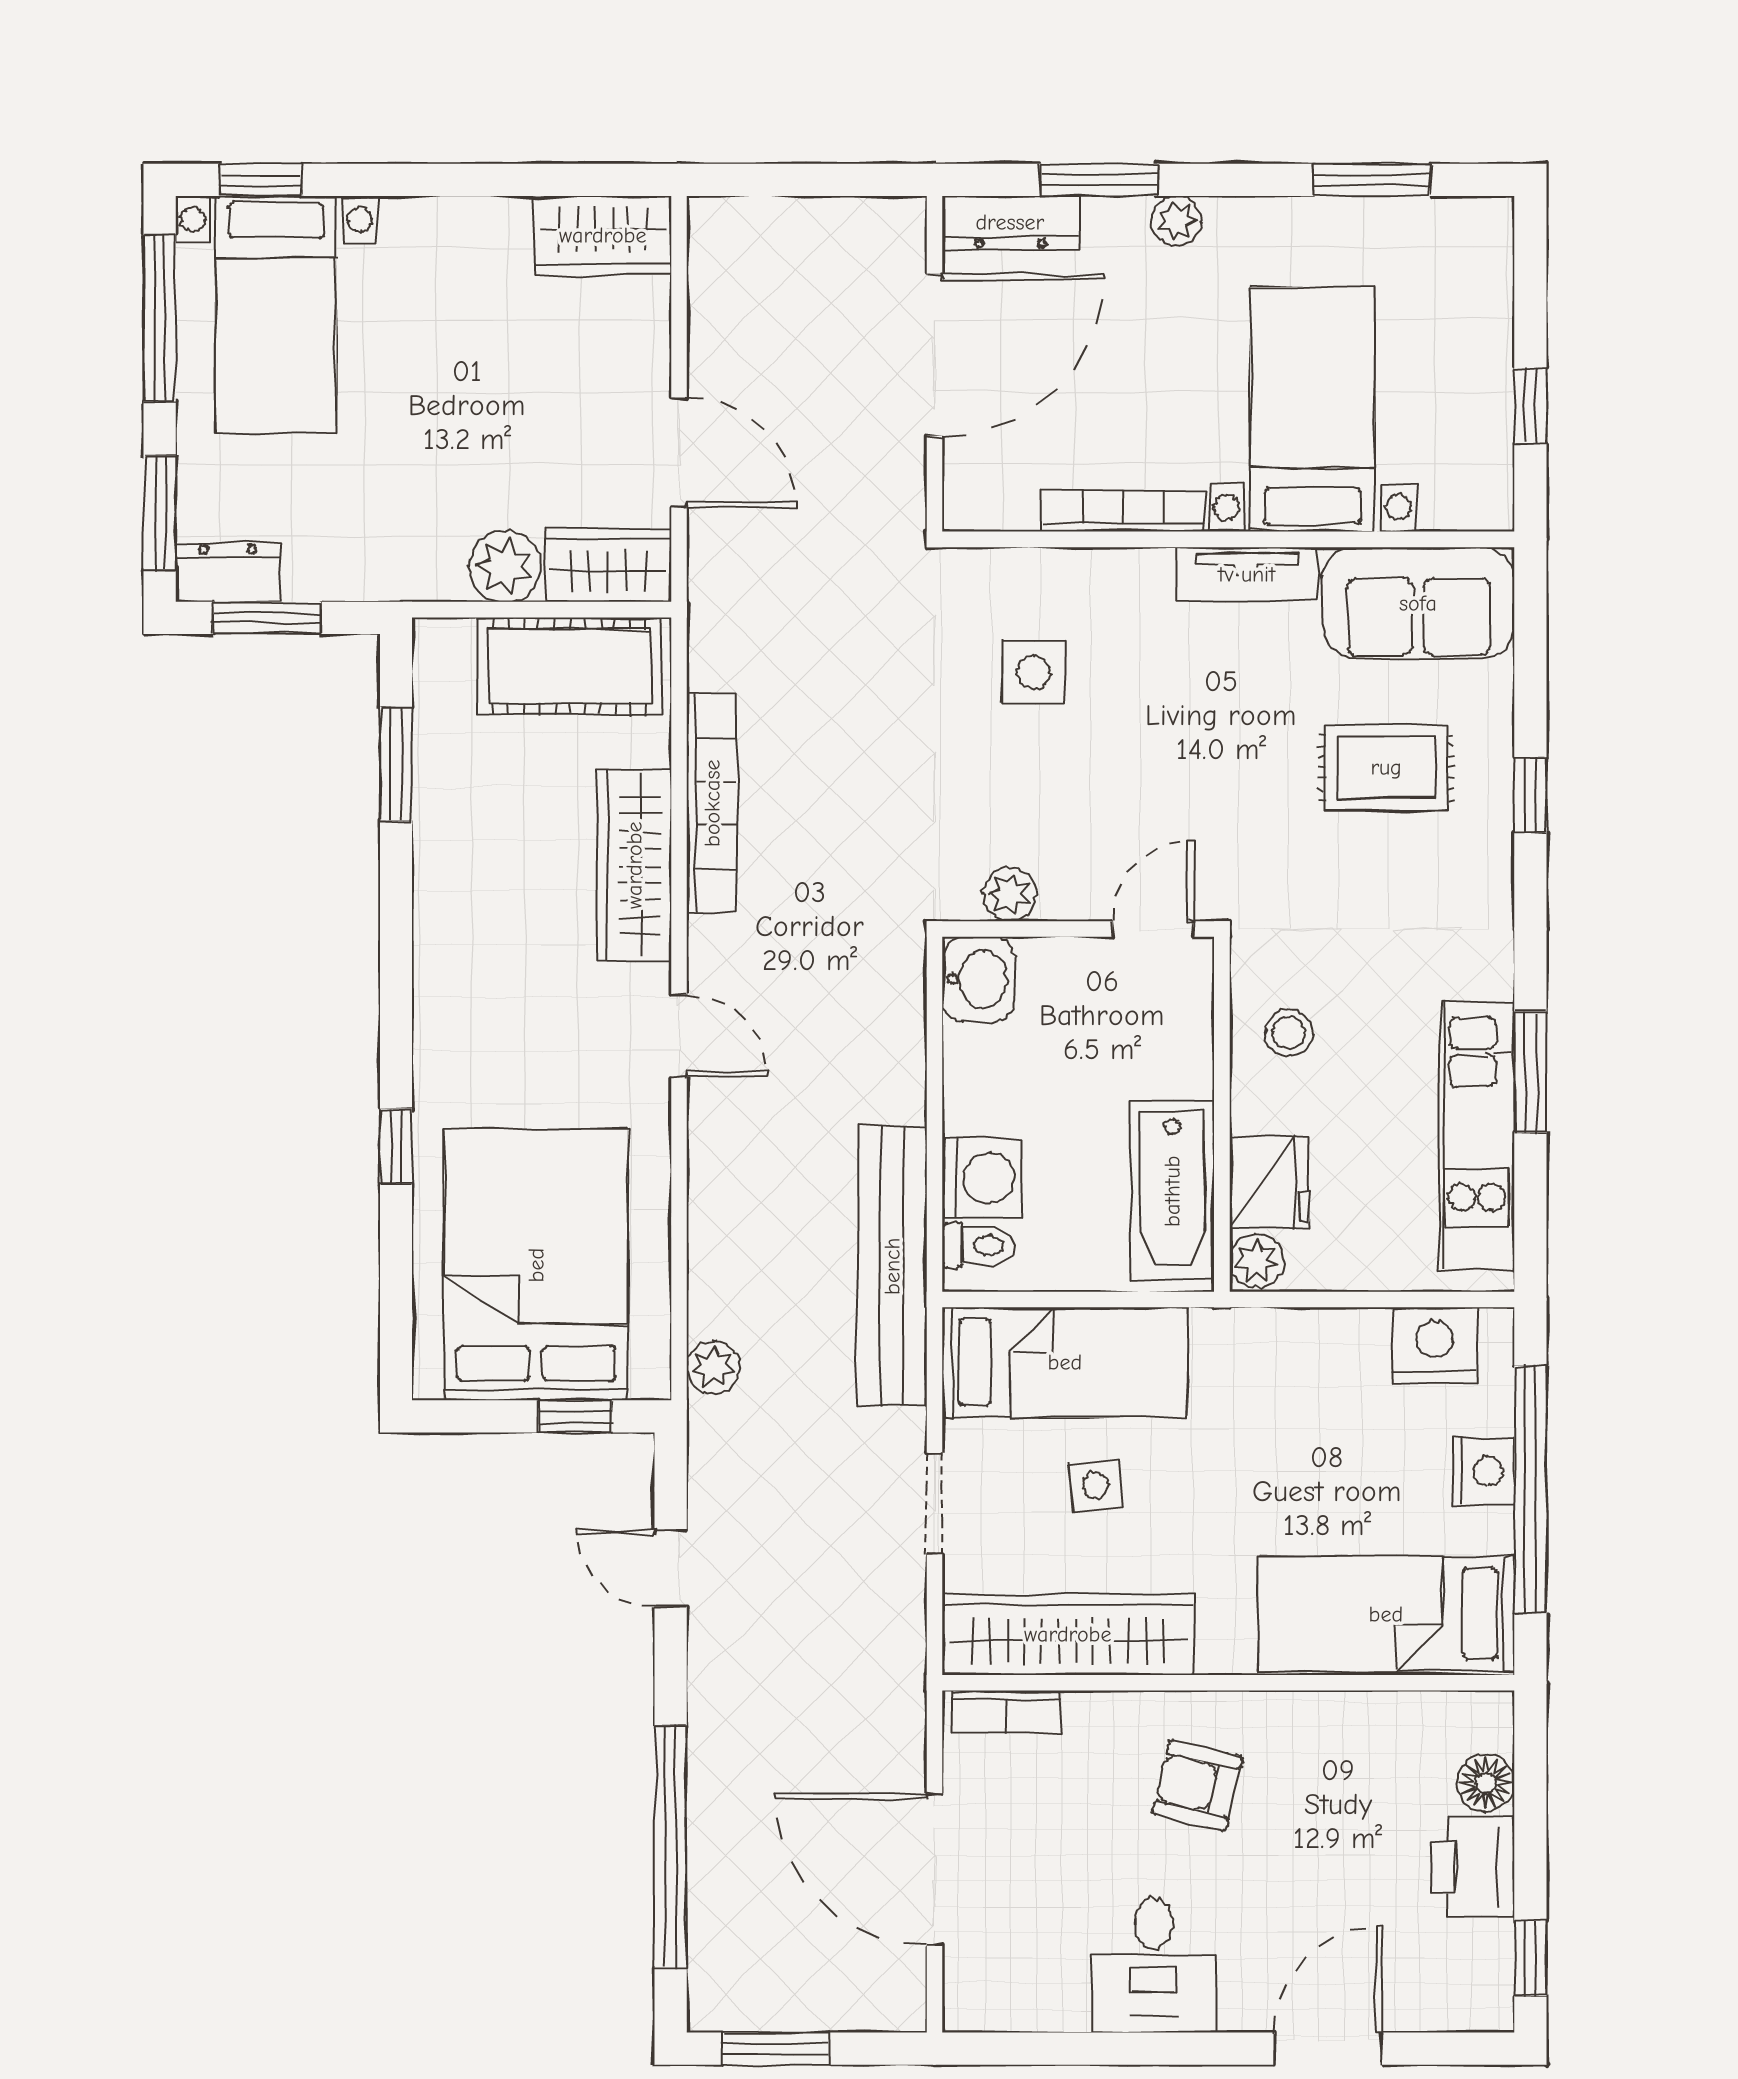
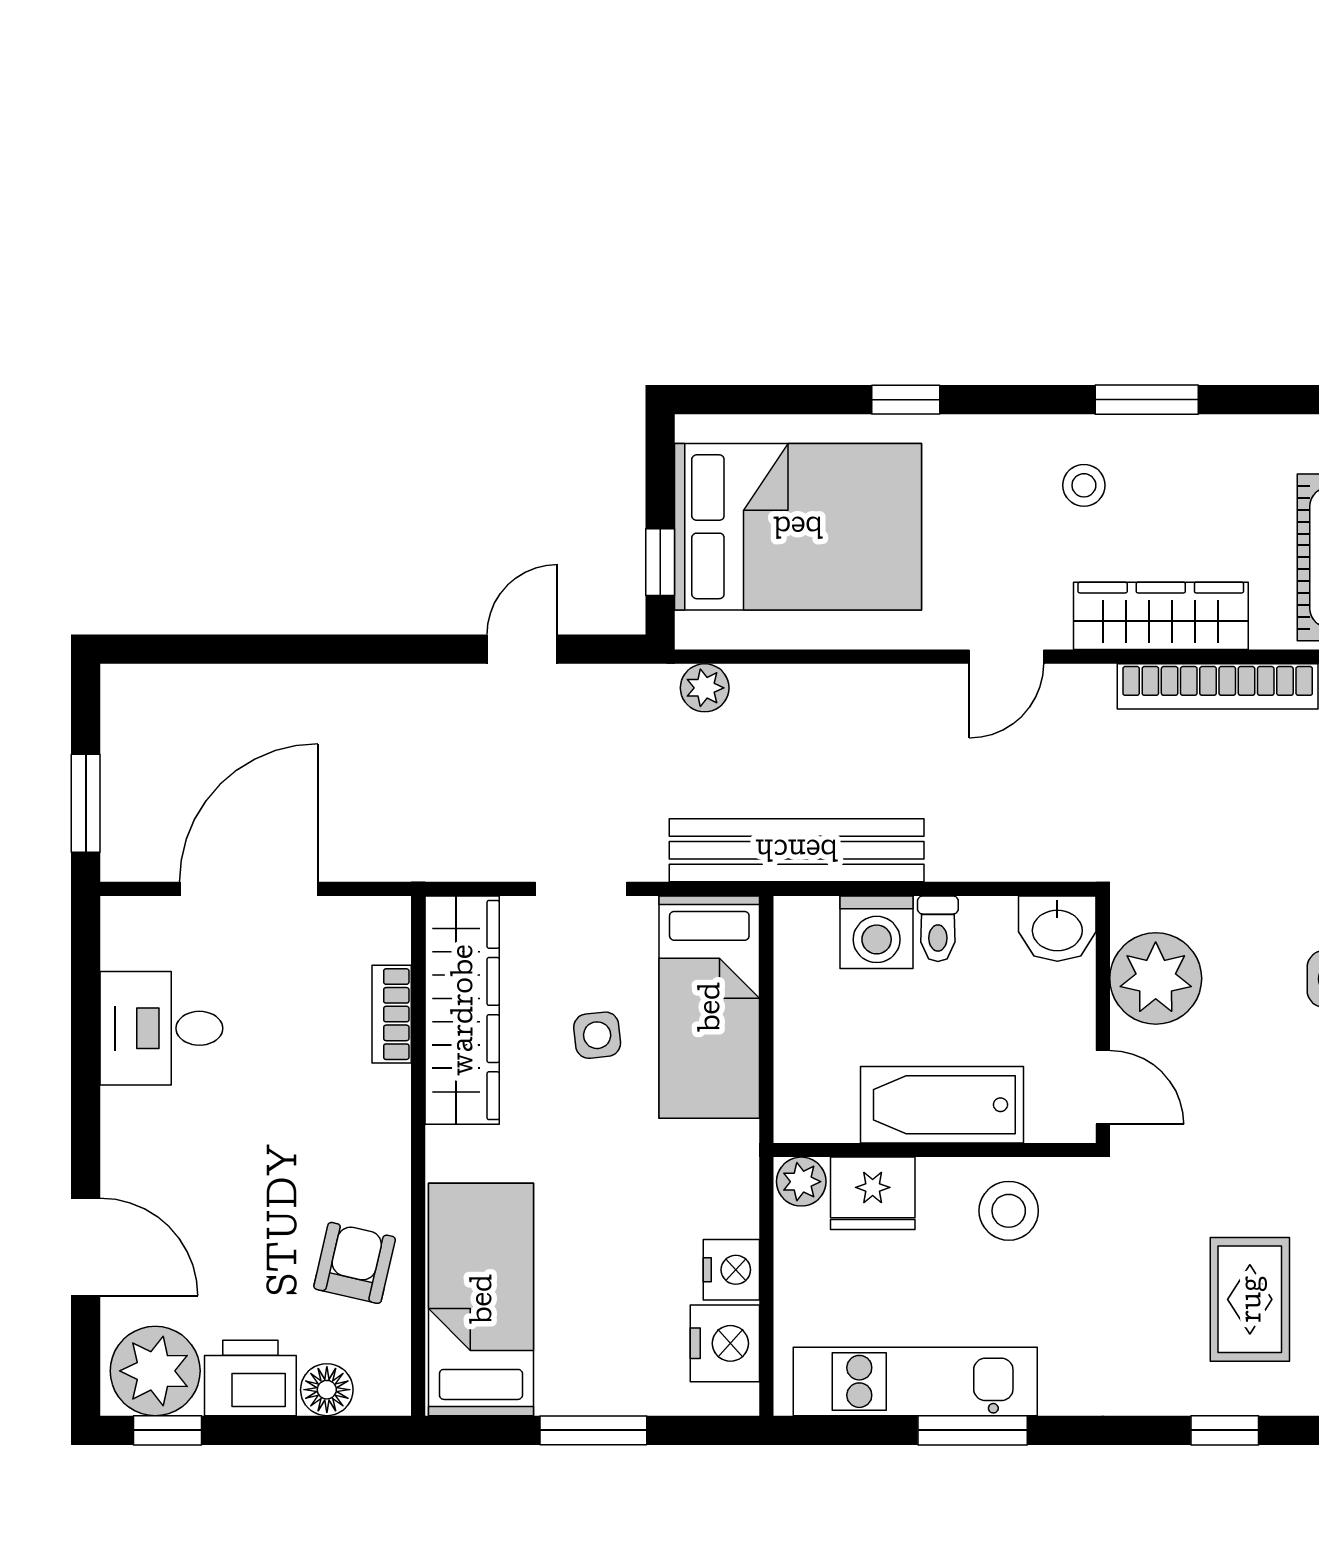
window: (396, 764) -> (1147, 400), moved
plant: (1010, 894) -> (1156, 978), width x1.88, depth x1.88
stool: (490, 950) -> (1084, 485), added
stool: (1289, 1033) -> (1009, 1211), width x1.37, depth x1.37
bathtub: (1172, 1191) -> (942, 1105), moved
toilet: (978, 1246) -> (938, 929), moved
nightstand: (1484, 1471) -> (731, 1270), moved, turned -90
window: (1530, 1490) -> (593, 1430), width x0.47
bookcase: (1006, 1712) -> (392, 1014), moved
armchair: (1197, 1785) -> (355, 1263), moved
window: (671, 1847) -> (269, 649), removed
desk: (1154, 1965) -> (161, 1028), moved
plant: (1465, 1972) -> (155, 1371), added
window: (776, 2049) -> (86, 803), moved

